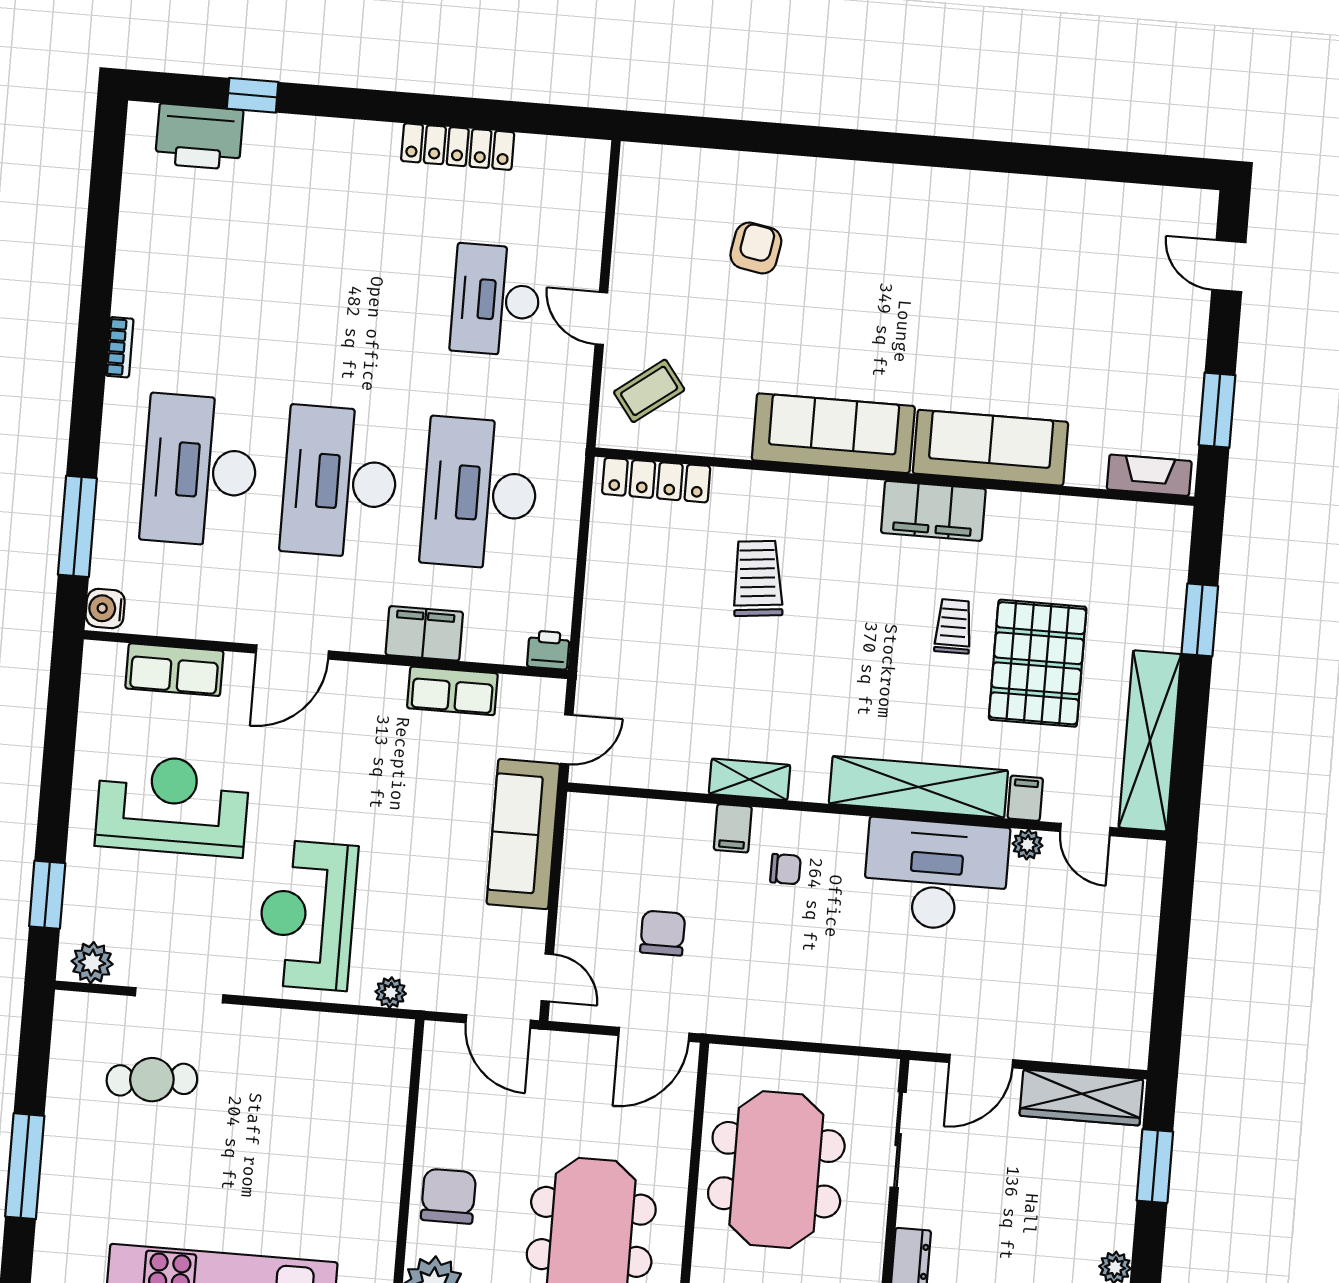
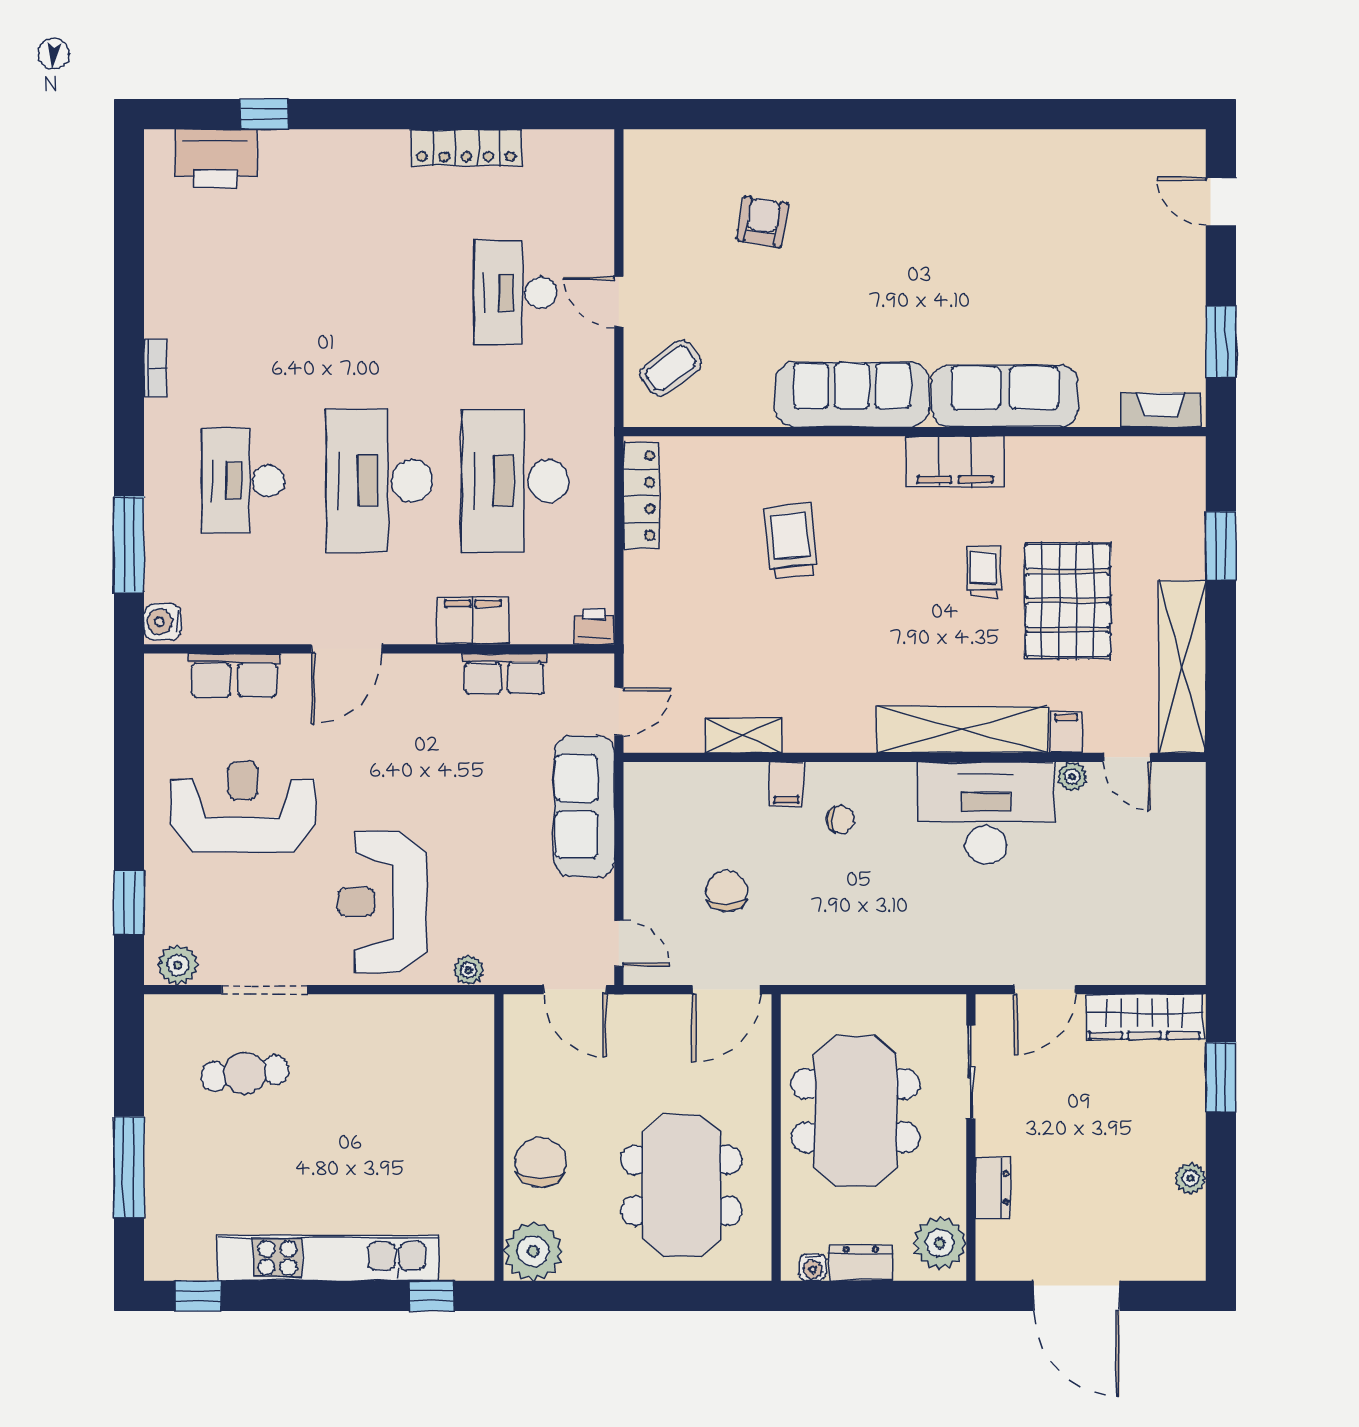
desk: (200, 470) -> (243, 481), width x0.73, depth x0.77
locker: (656, 480) -> (641, 496), moved, turned -90
shelving: (750, 779) -> (743, 736), moved

